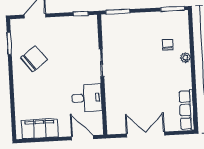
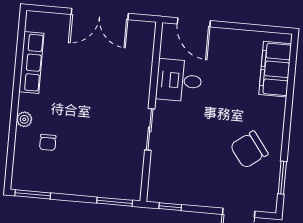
row of seats: (187, 110) -> (31, 62), moved
filing cabinet: (40, 129) -> (275, 69), moved, turned 90

